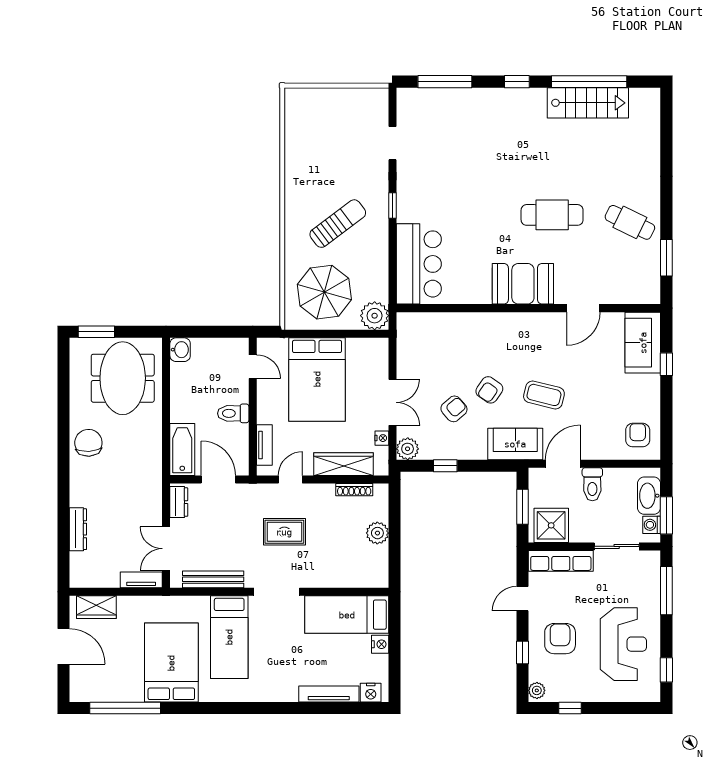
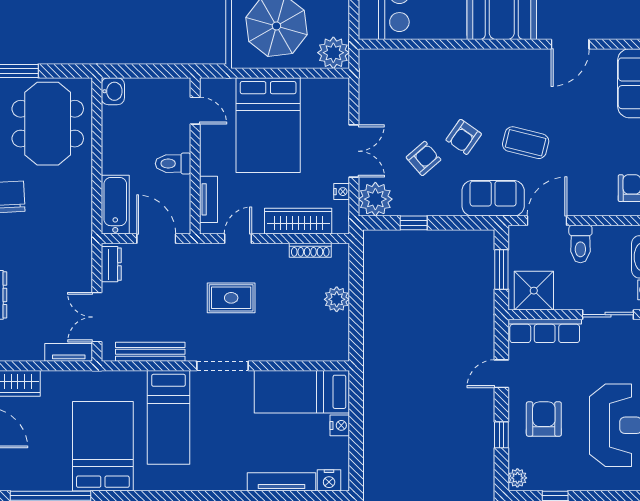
plant: (408, 449) -> (375, 199), width x1.36, depth x1.36

